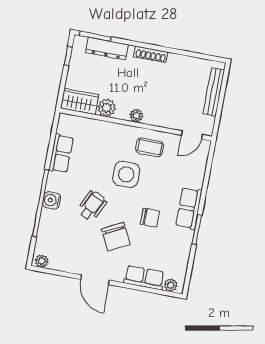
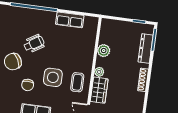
wardrobe: (80, 101) -> (99, 90), moved
side table: (126, 174) -> (53, 77), moved
water cooler: (52, 200) -> (36, 15), removed
wheelchair: (92, 206) -> (34, 44), turned -57

